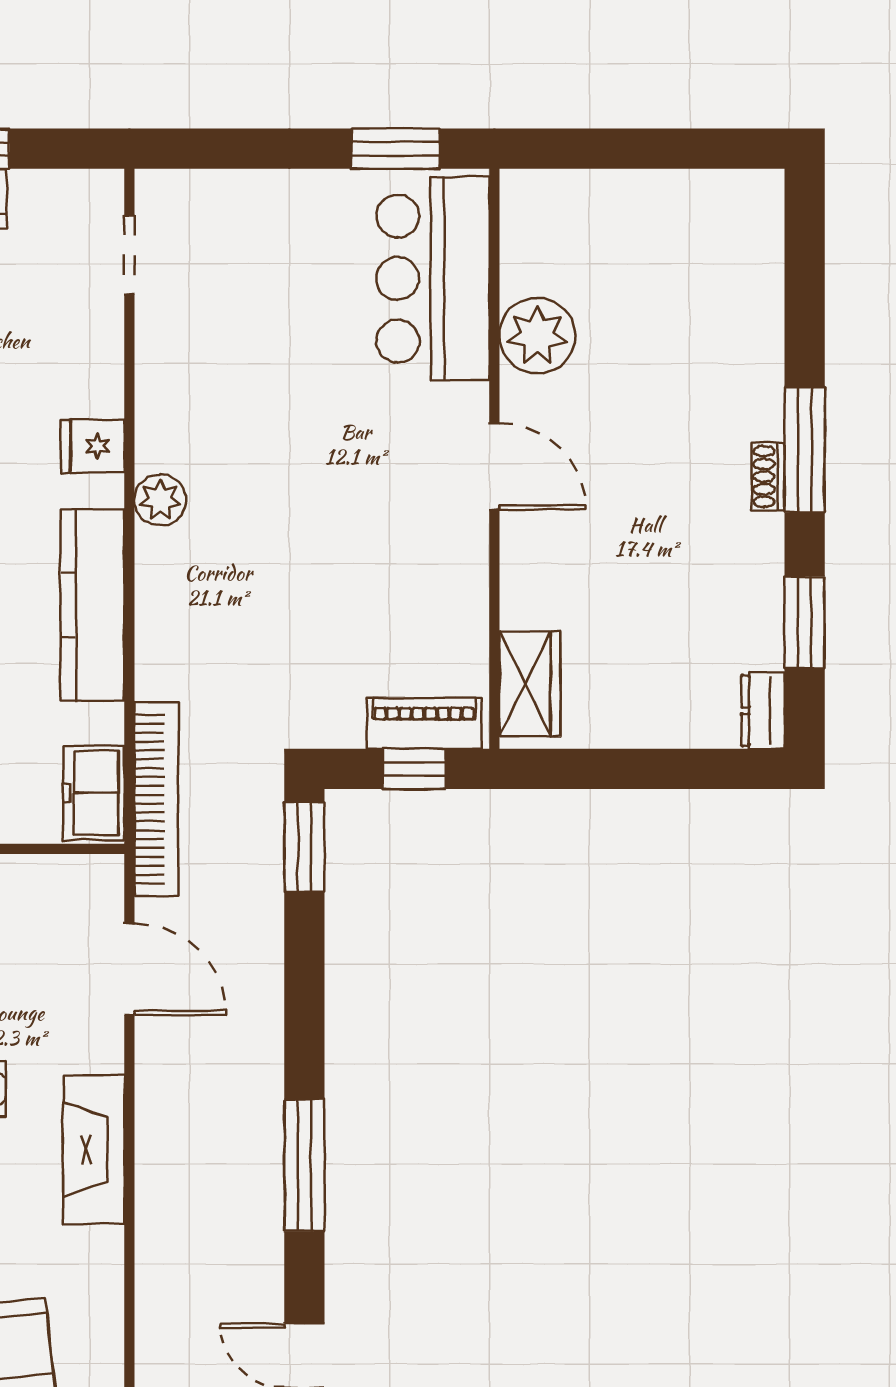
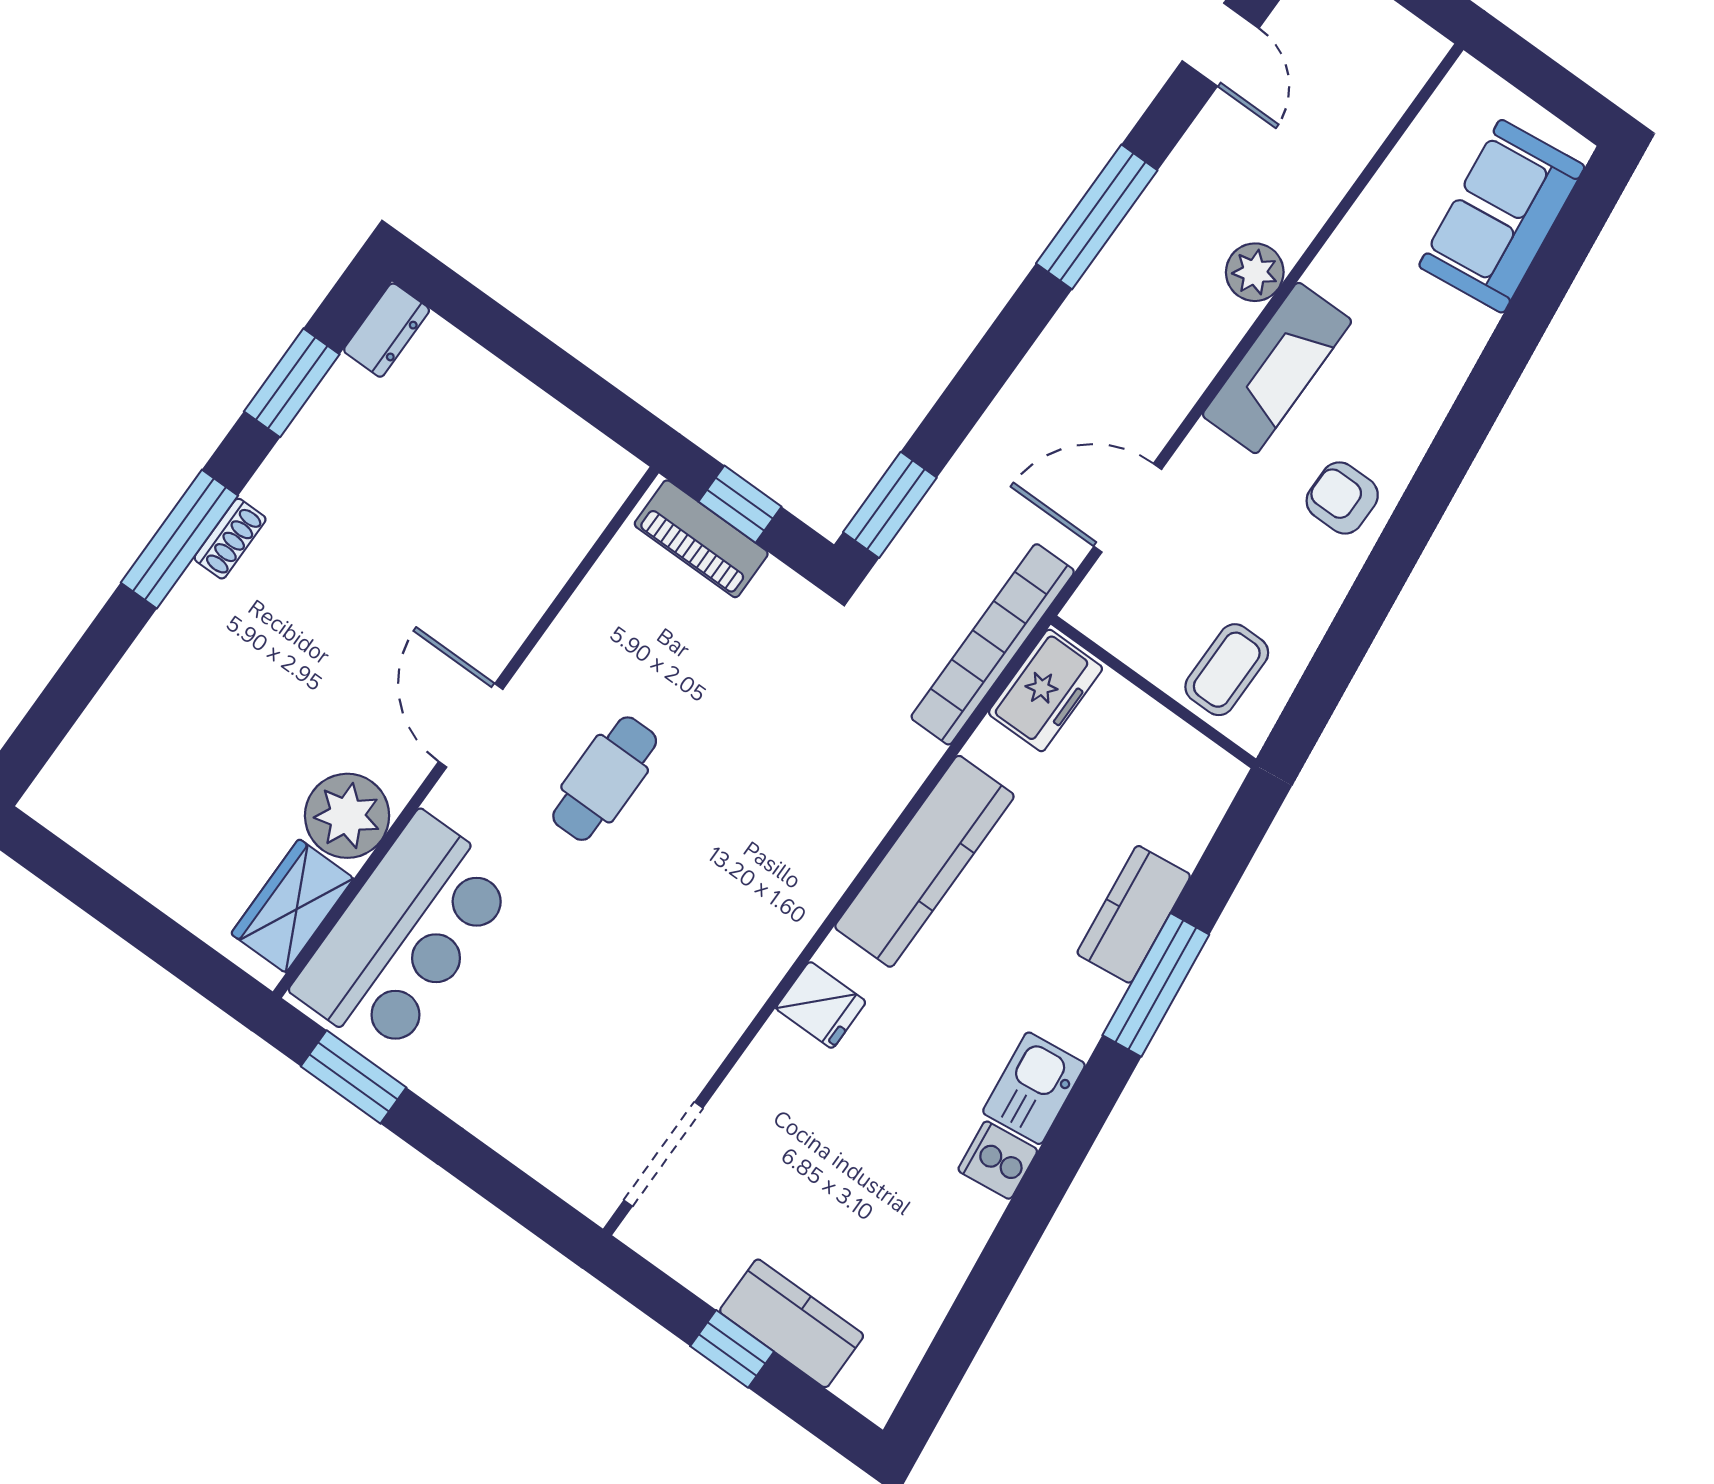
doorway: (129, 255) -> (663, 1154), width x1.38
cafe table: (369, 498) -> (605, 779), added
plant: (160, 500) -> (1255, 272), moved
wardrobe: (530, 684) -> (292, 906), moved
door: (129, 969) -> (1128, 508), hinge flipped

